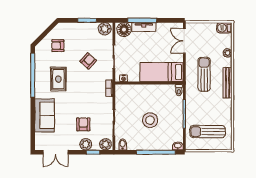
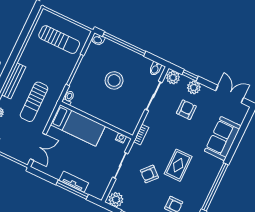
floor lamp: (124, 30) -> (96, 189), removed
rug: (58, 79) -> (178, 165), moved
armchair: (83, 124) -> (186, 110), turned 180

